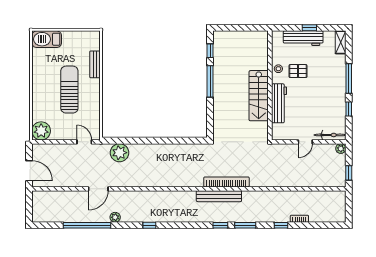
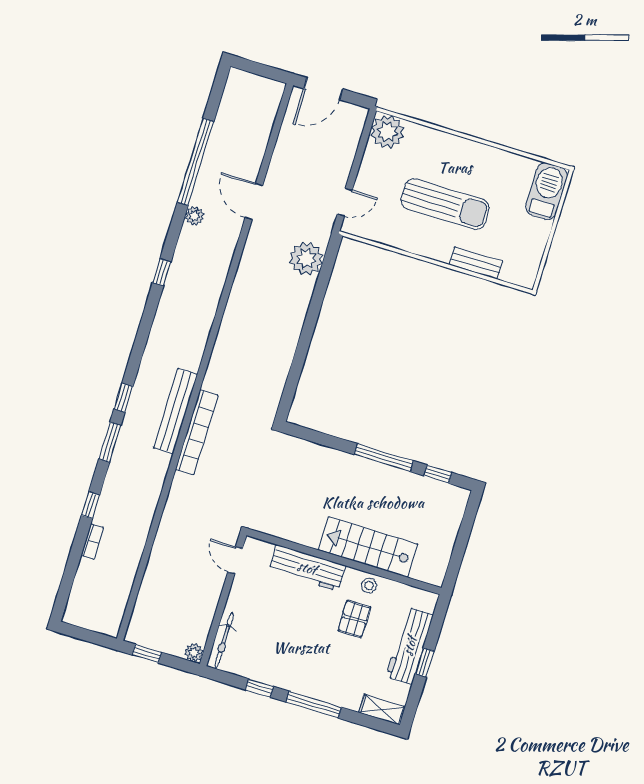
stairs: (259, 96) -> (368, 547), moved
door: (305, 142) -> (235, 560), moved

